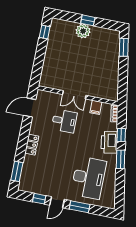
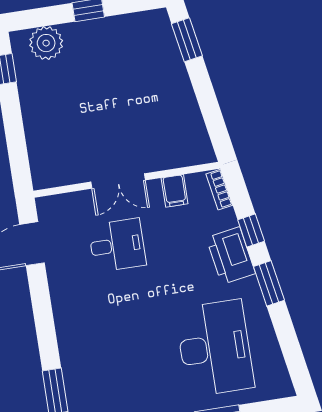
plant: (83, 31) -> (46, 43), moved
locker: (32, 145) -> (66, 322), removed

